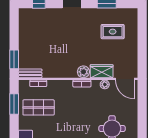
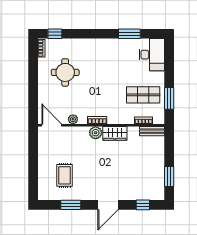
rug: (113, 32) -> (65, 175), turned 90
window: (14, 59) -> (169, 177), moved
wardrobe: (102, 71) -> (115, 133), moved

